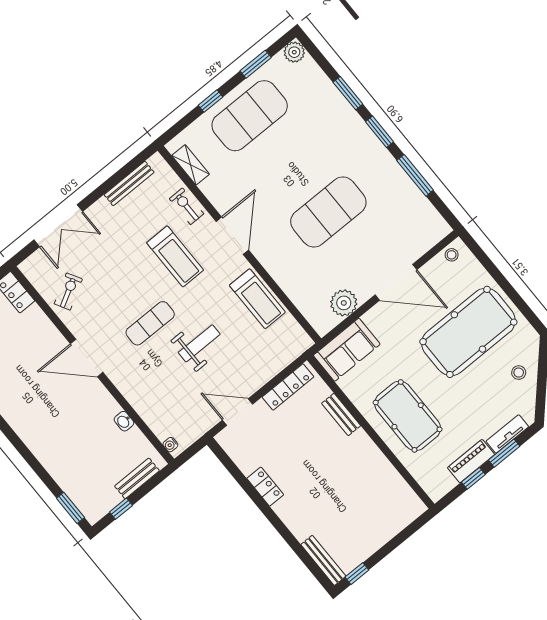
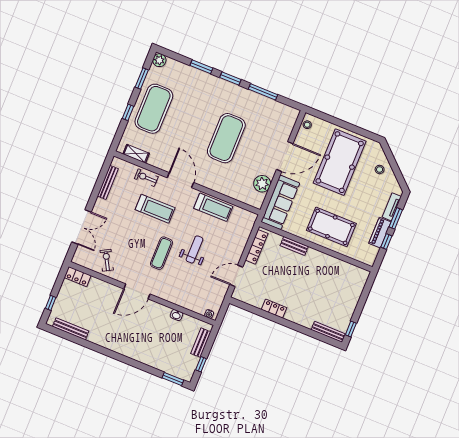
sofa: (347, 350) -> (280, 202), width x1.36

